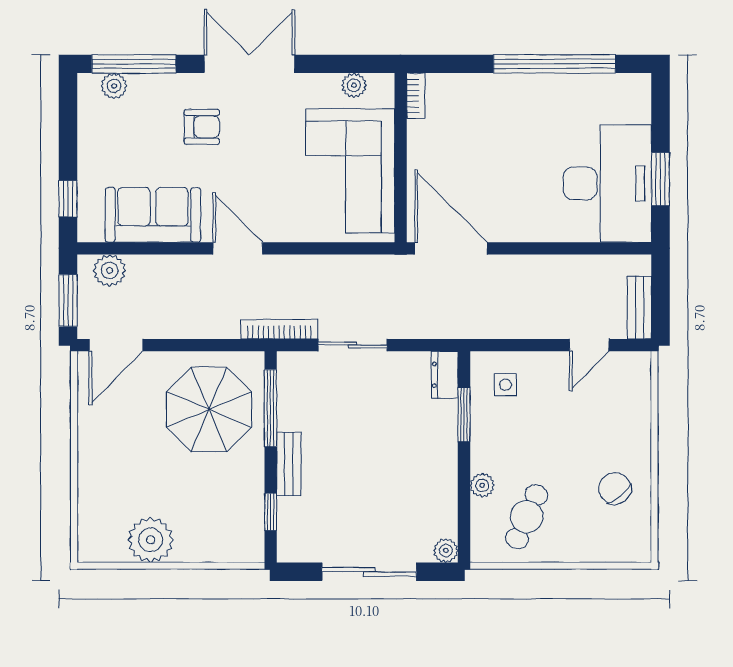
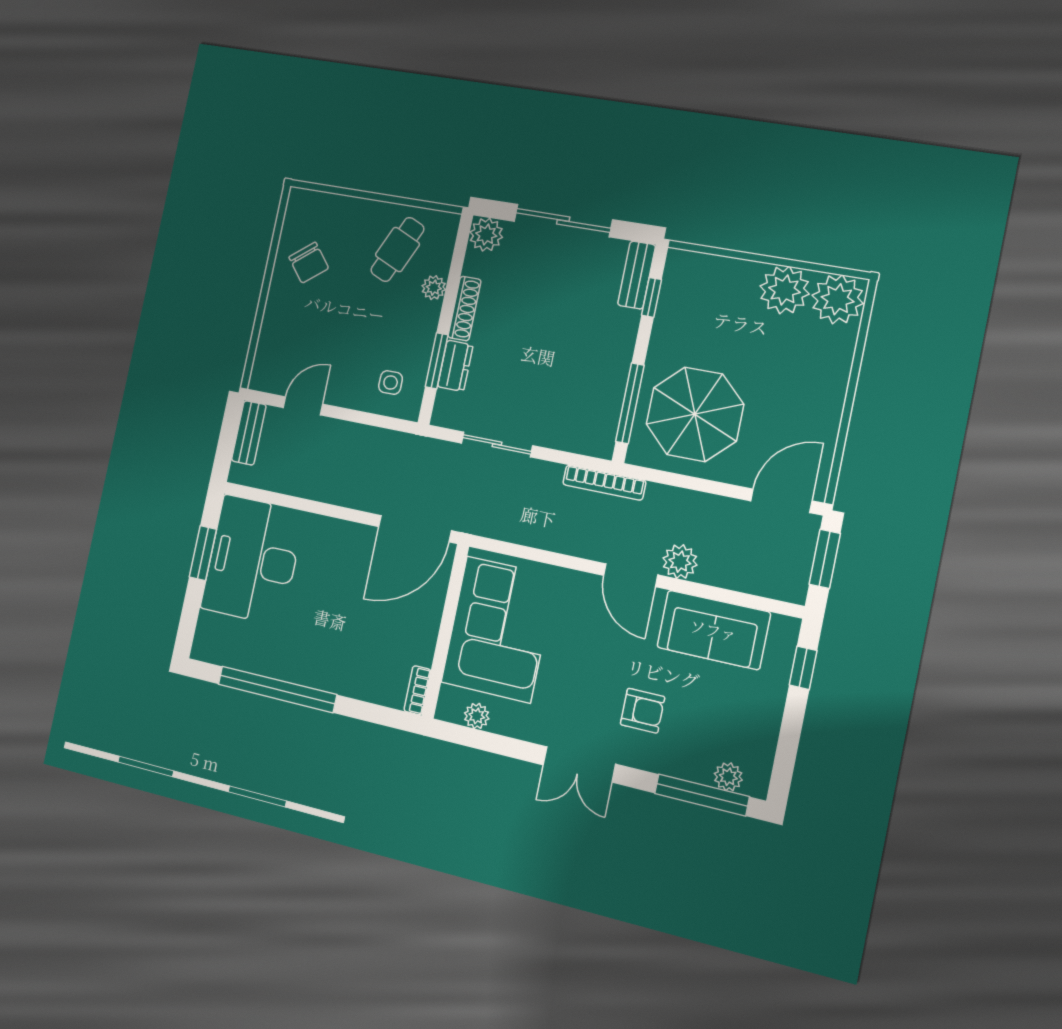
double door: (249, 64) -> (579, 764), width x0.73
armchair: (202, 127) -> (643, 711), turned 180
door: (451, 248) -> (415, 529), hinge flipped
plant: (110, 270) -> (680, 562), moved
sliding door: (353, 345) -> (497, 444), moved
dresser: (445, 375) -> (455, 366), moved
bench: (289, 464) -> (637, 275), moved
shoe rack: (447, 470) -> (464, 309), added
plant: (102, 539) -> (838, 299), added
plant: (446, 551) -> (486, 235), width x1.38, depth x1.38

